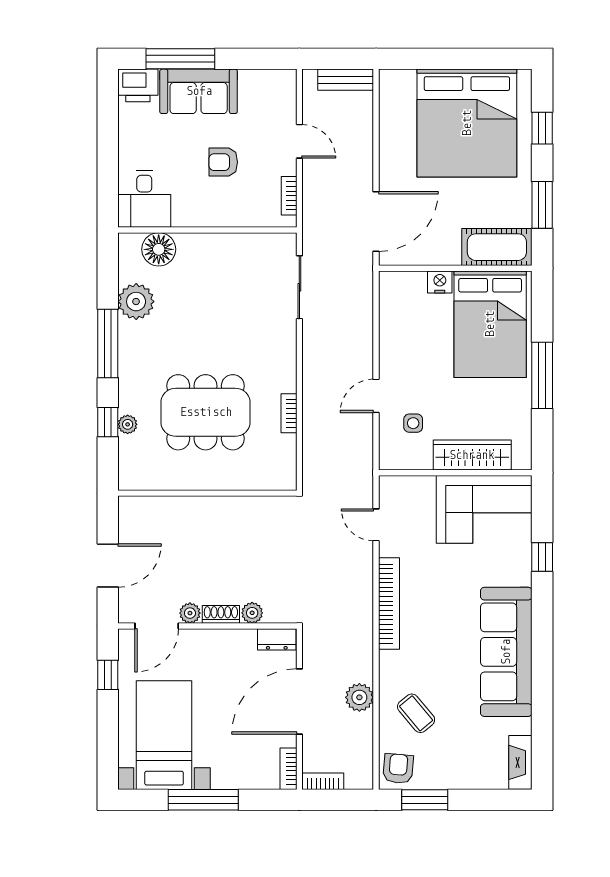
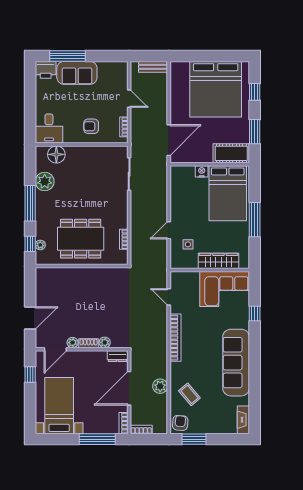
armchair: (223, 162) -> (91, 126), moved
wall: (207, 493) -> (82, 266), moved
window: (203, 800) -> (97, 439), moved

